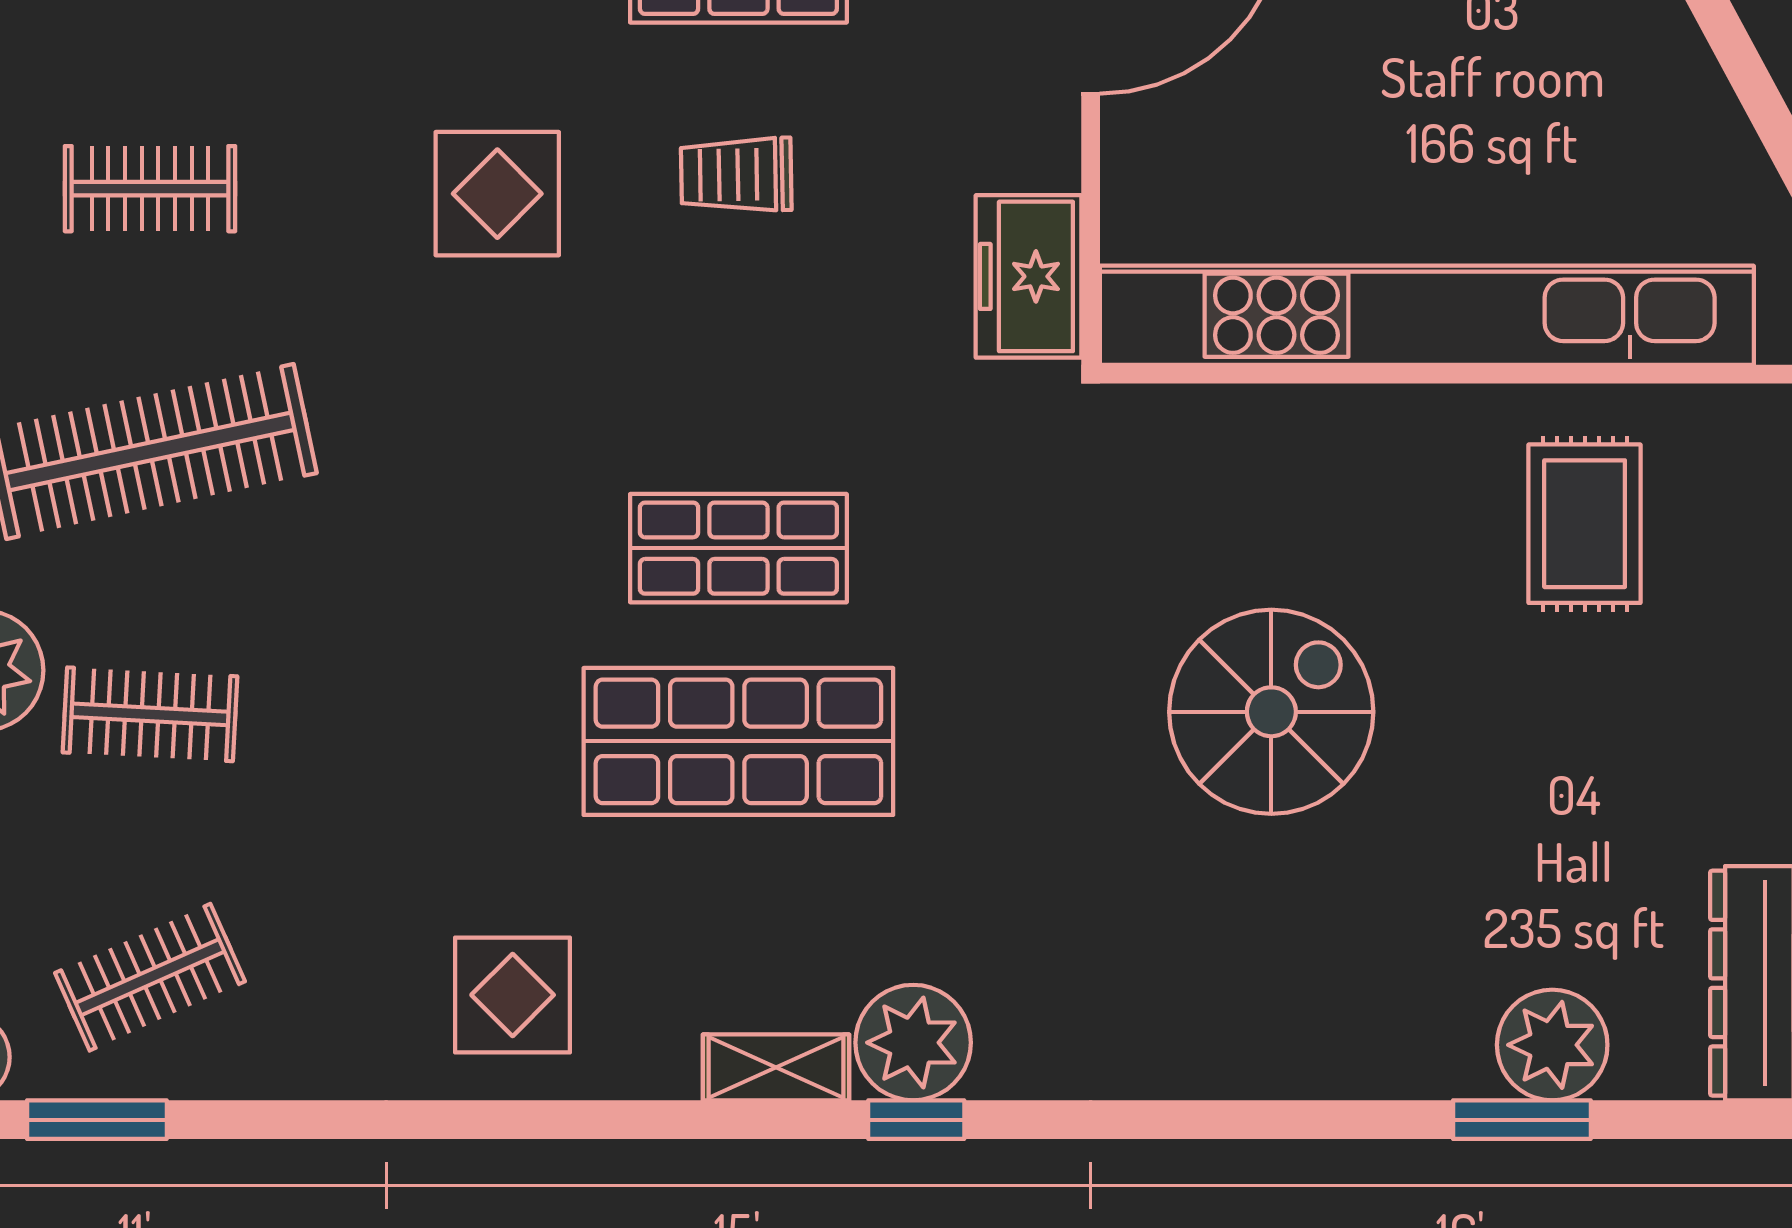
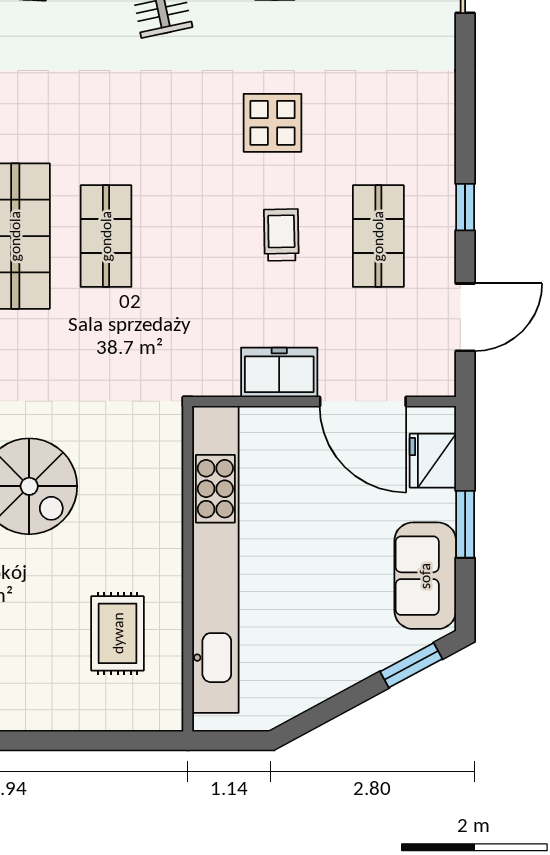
freezer: (1029, 276) -> (279, 372), moved
rug: (1585, 524) -> (118, 633), turned 90

